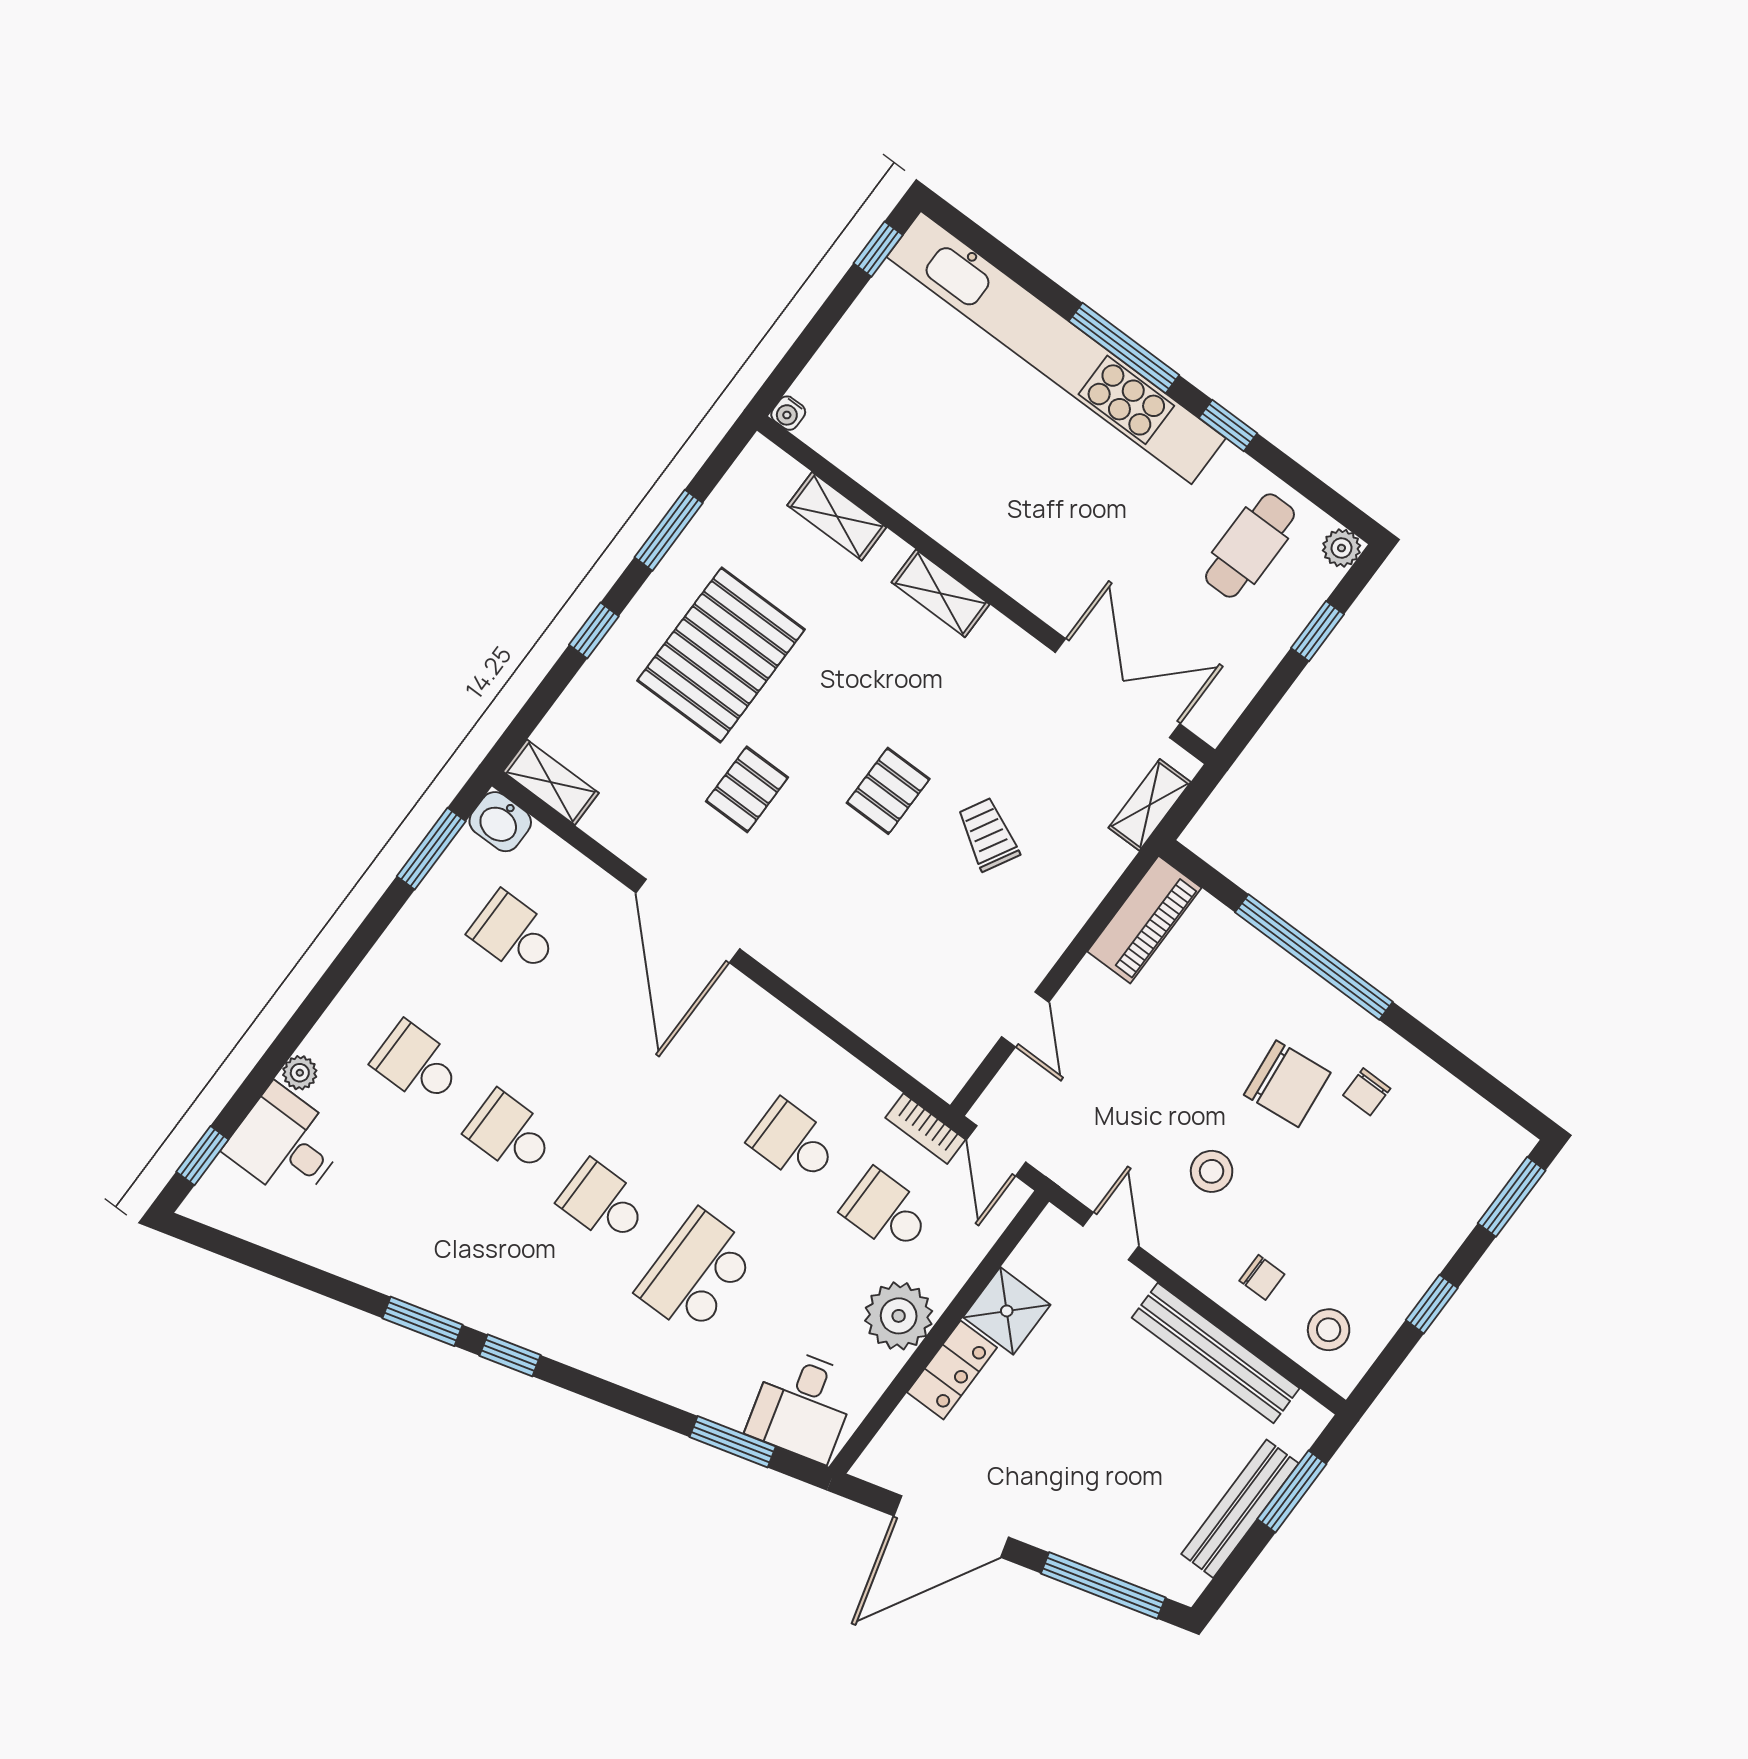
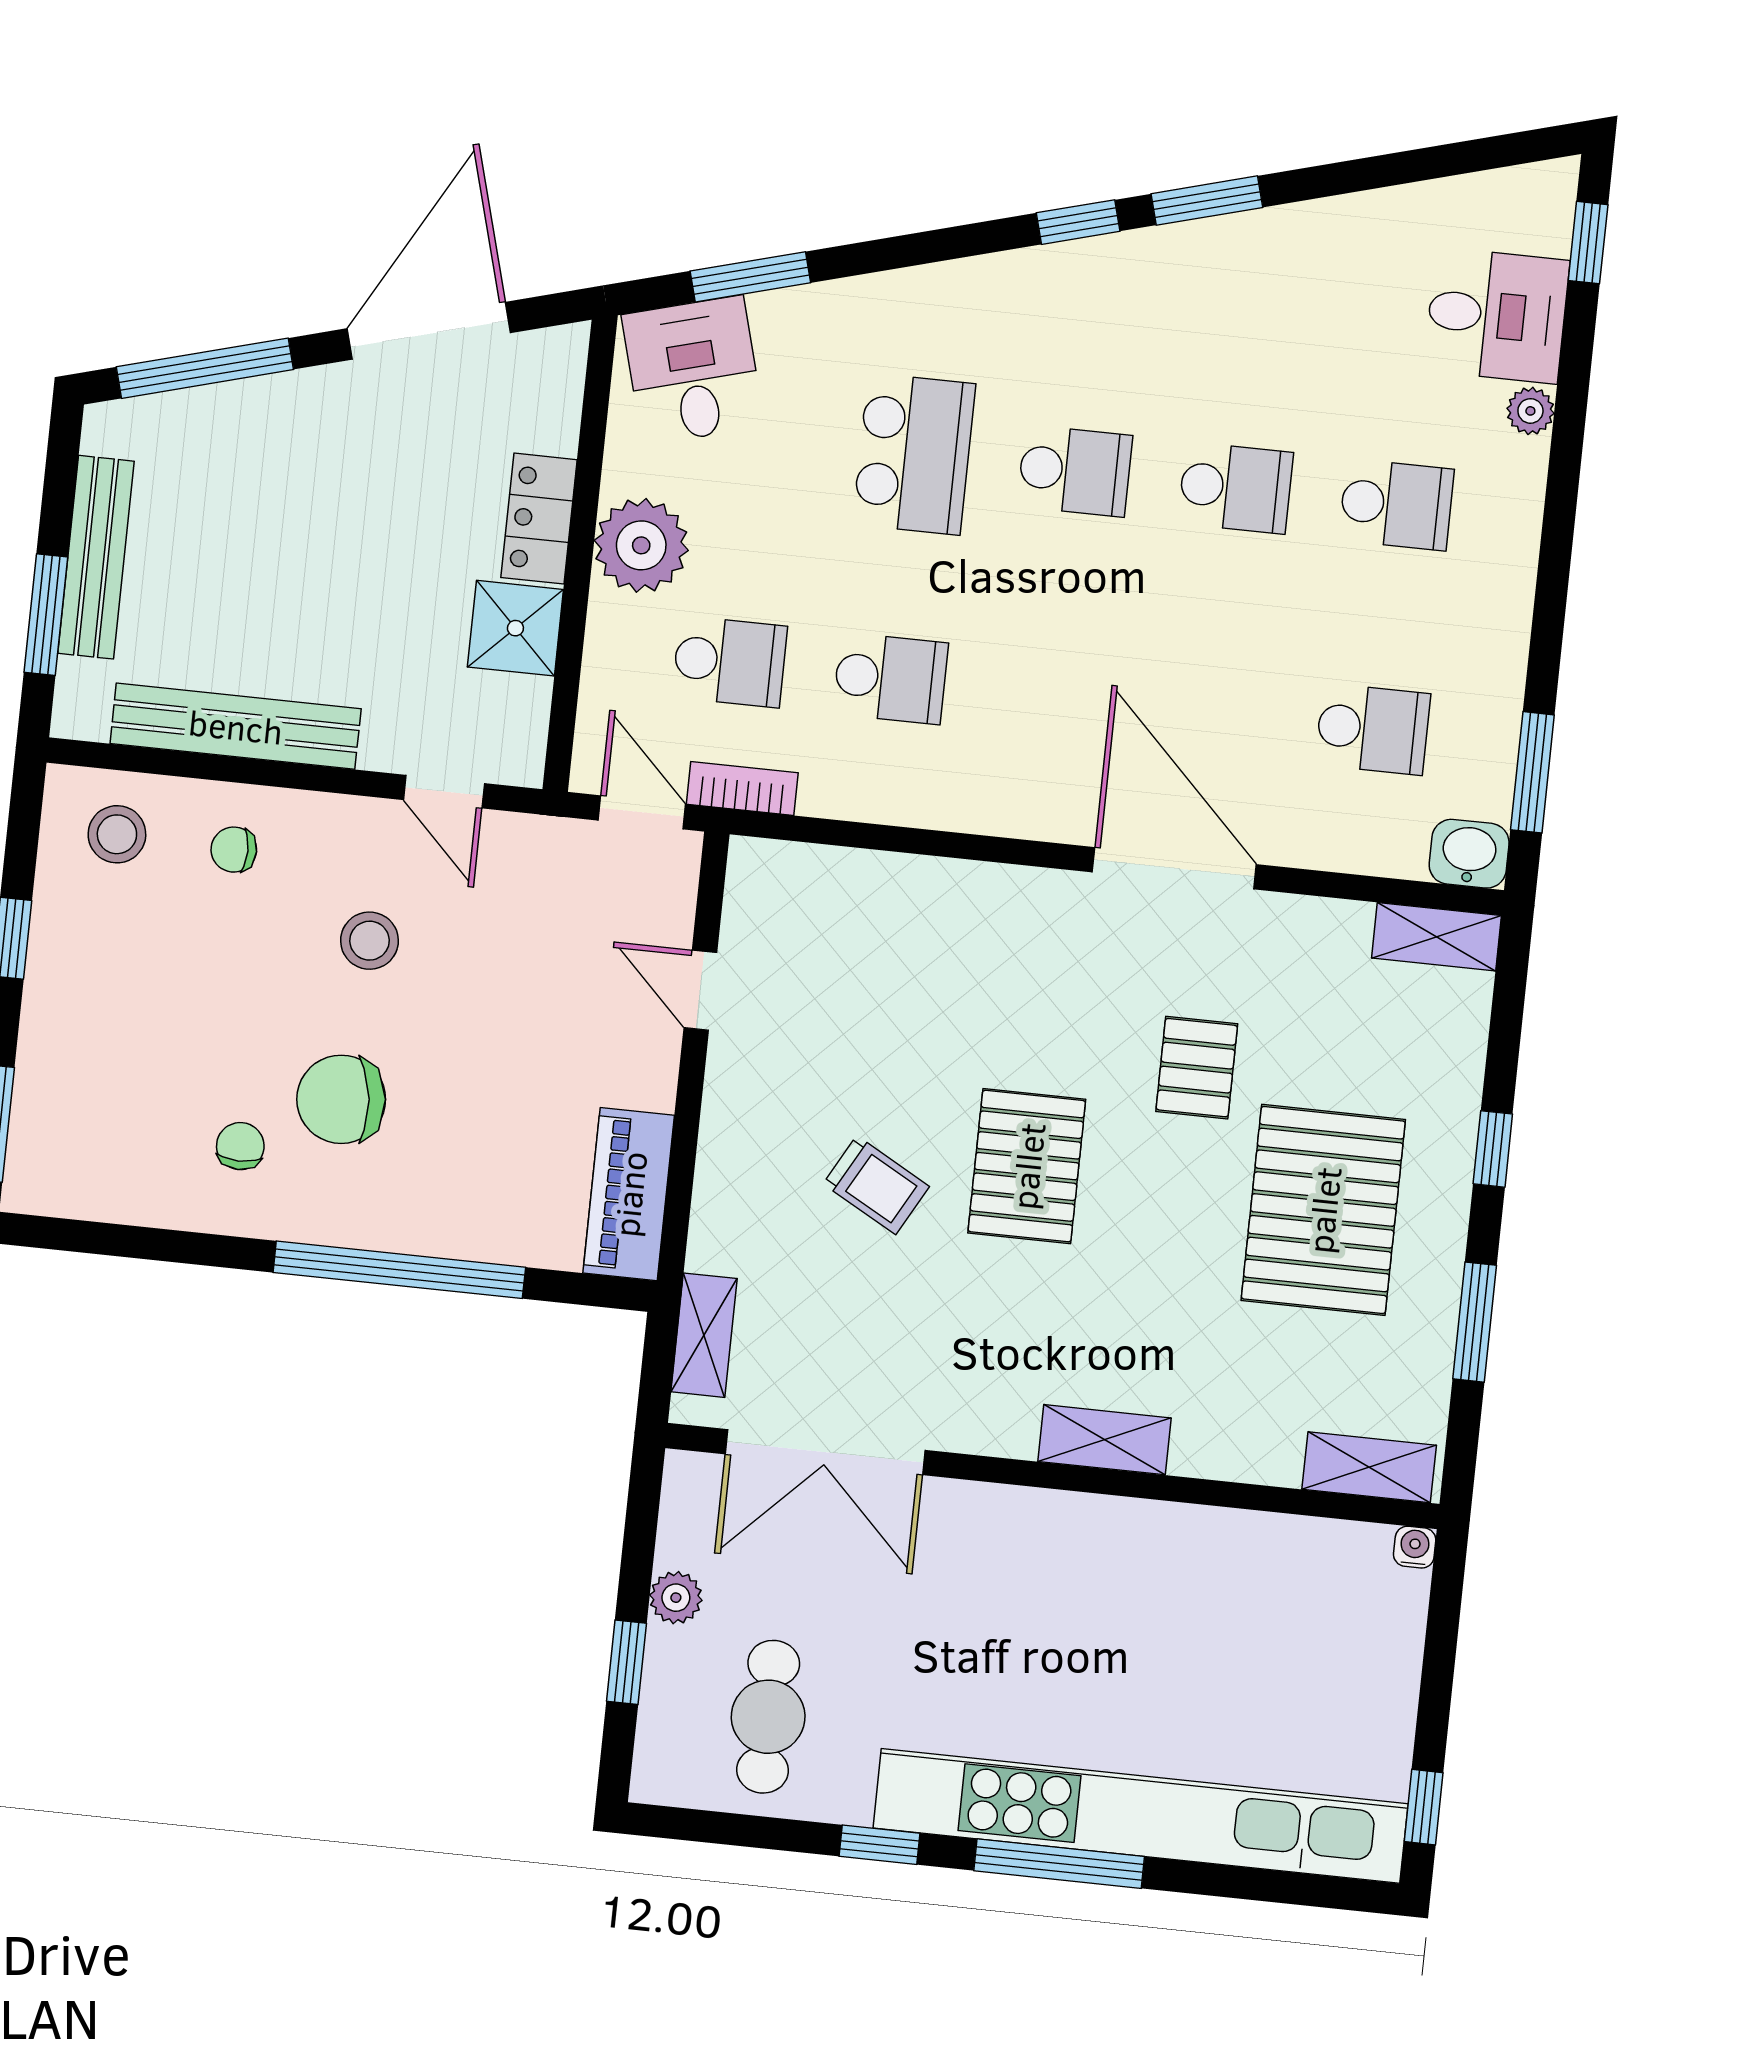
shelving: (837, 516) -> (1369, 1467), moved
plant: (1341, 548) -> (676, 1598), moved
pallet: (888, 791) -> (1027, 1166), width x1.50, depth x1.42

